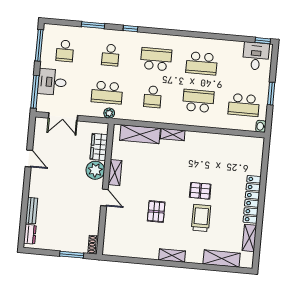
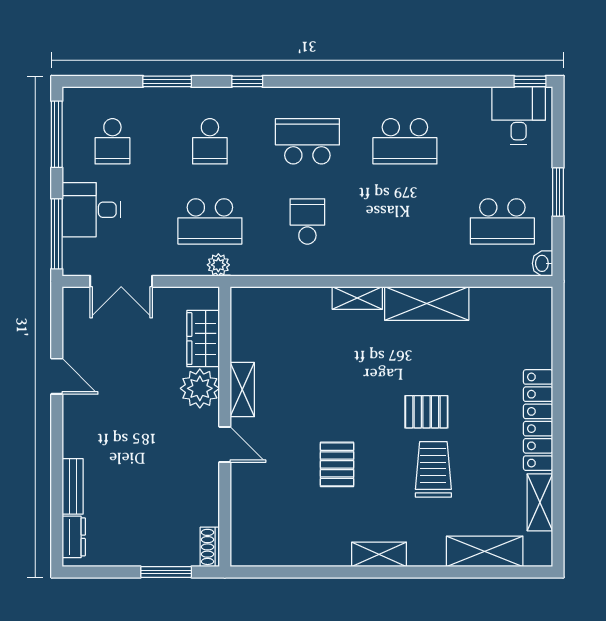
school desk: (153, 97) -> (307, 221), turned 180
school desk: (198, 101) -> (405, 221), removed
shelving: (140, 134) -> (427, 304), moved

